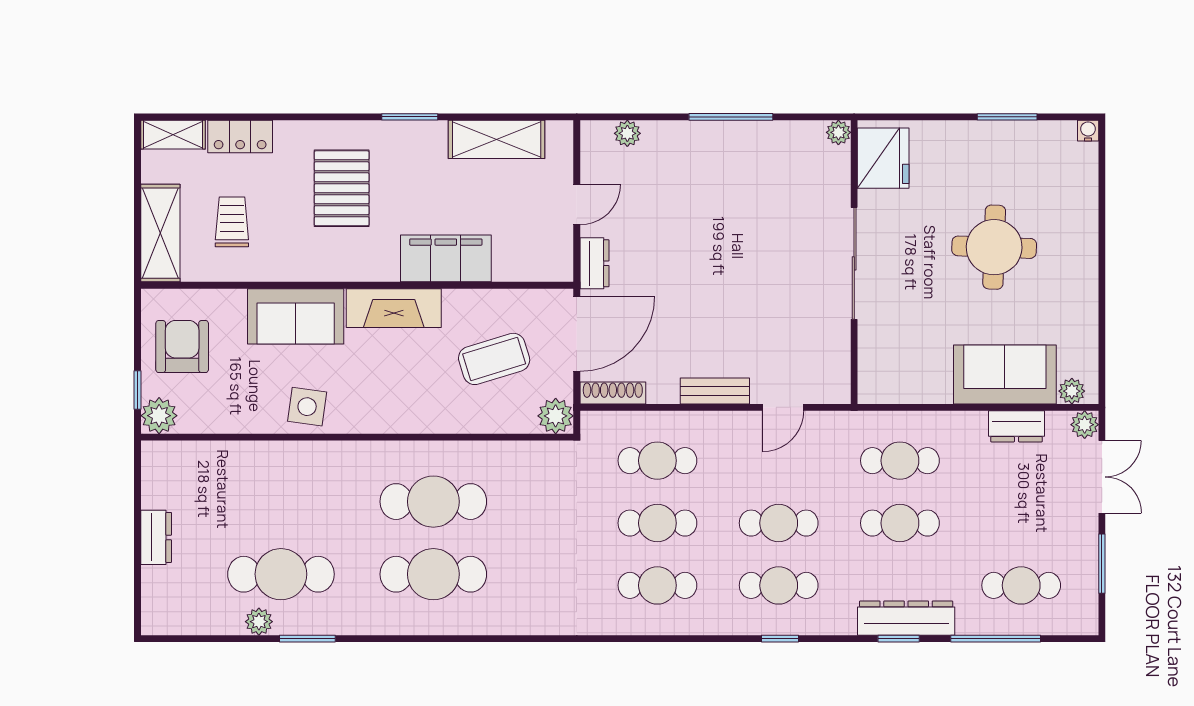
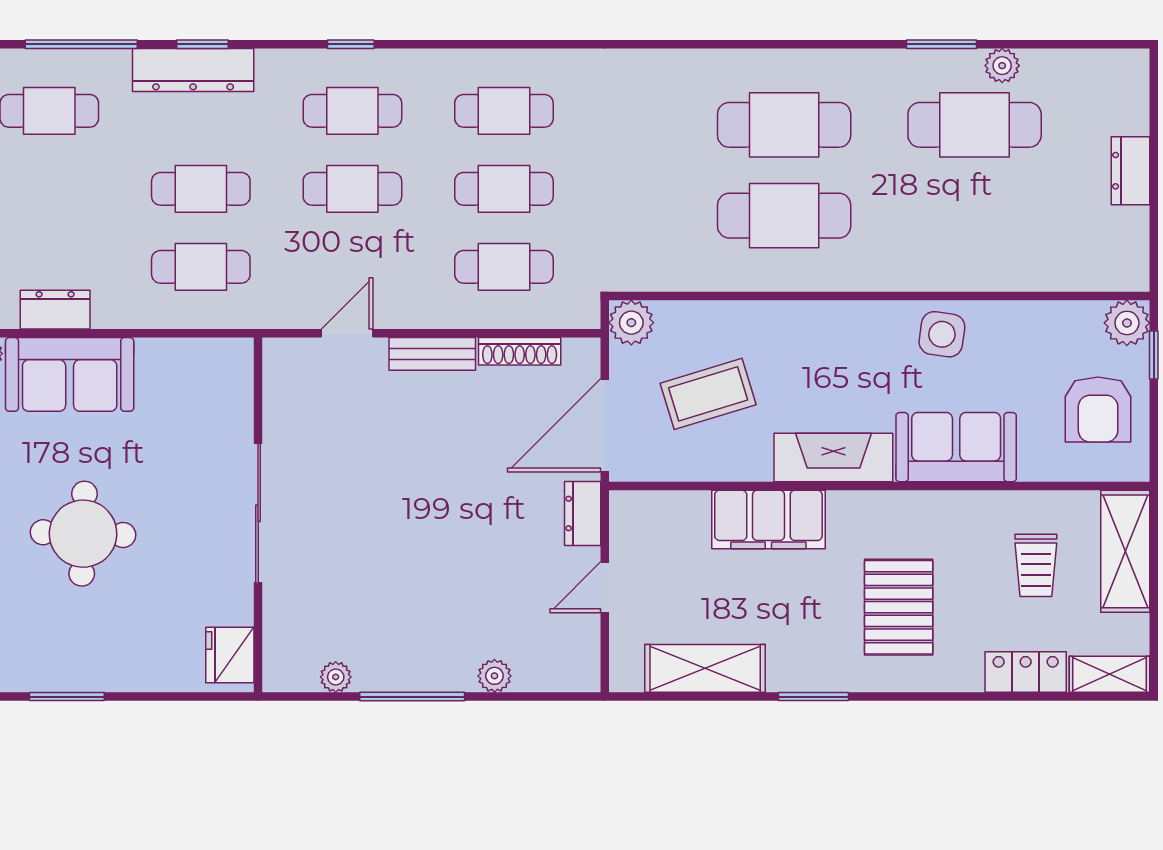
plant: (838, 132) -> (336, 677), moved
plant: (627, 133) -> (494, 676), moved
fridge: (883, 158) -> (230, 655), width x0.73, depth x0.75
shoe rack: (613, 393) -> (520, 351), moved

